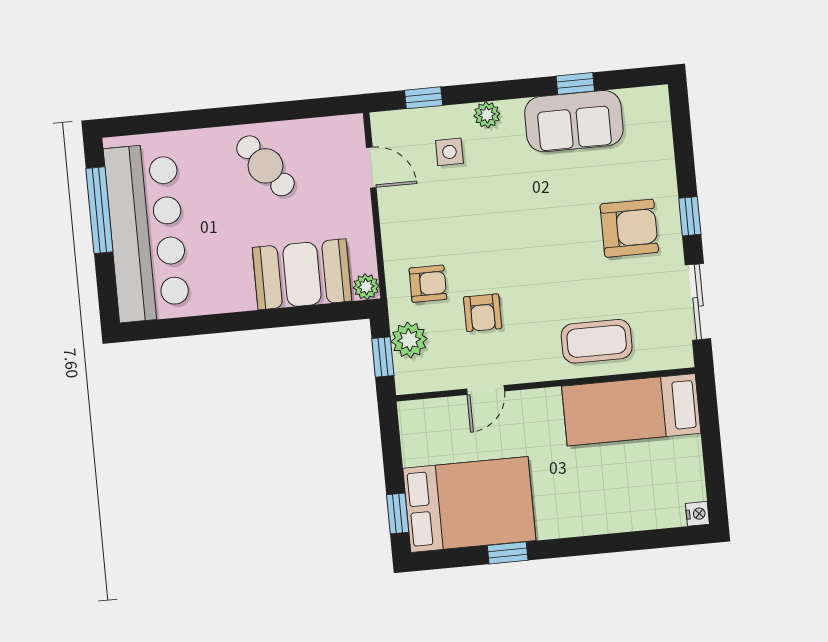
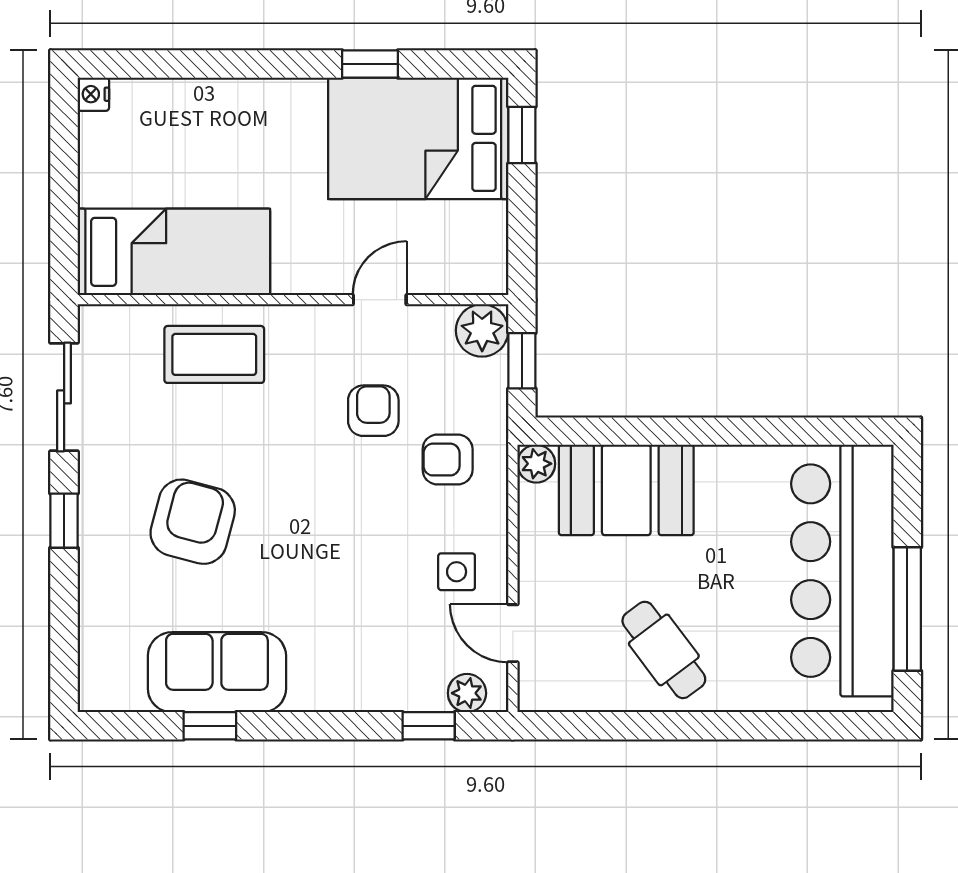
plant: (487, 115) -> (467, 693), moved
side table: (449, 152) -> (457, 572), moved
armchair: (629, 228) -> (193, 522), moved, turned 105
plant: (409, 340) -> (482, 330), moved

